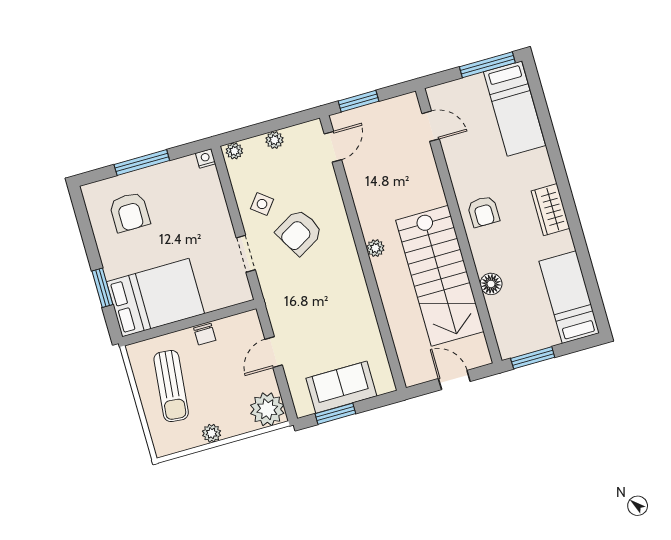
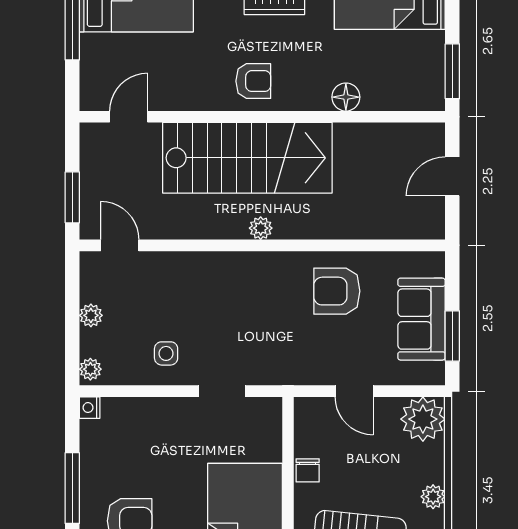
side table: (262, 204) -> (166, 353), turned -38
armchair: (299, 232) -> (337, 291), moved, turned 120
stairs: (440, 276) -> (247, 158), moved
chair: (205, 334) -> (308, 470), turned 90

